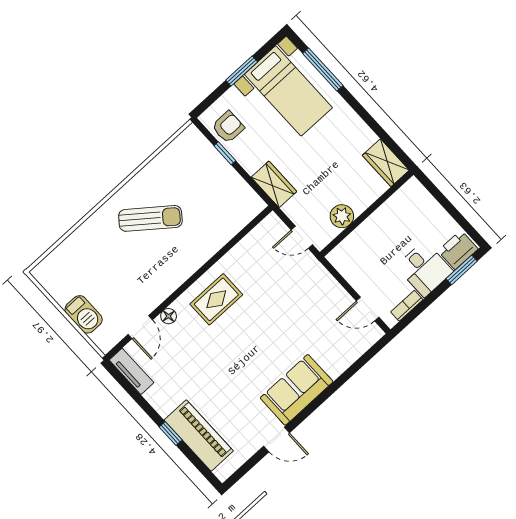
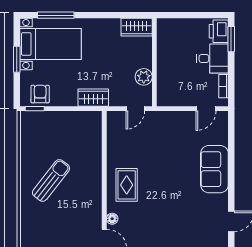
window: (225, 153) -> (35, 109), moved
sofa: (297, 390) -> (214, 169), moved

